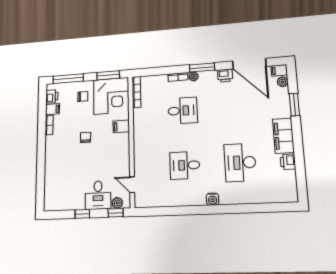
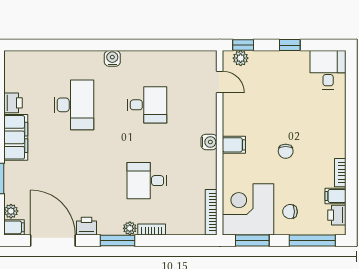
filing cabinet: (121, 126) -> (234, 145), moved
water cooler: (139, 141) -> (209, 142), added
desk: (98, 195) -> (328, 70), moved

